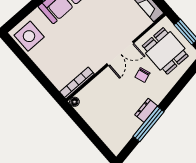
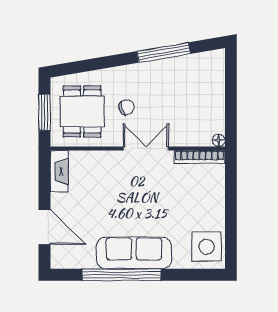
double door: (120, 53) -> (146, 149), moved
dresser: (146, 110) -> (154, 68), removed

